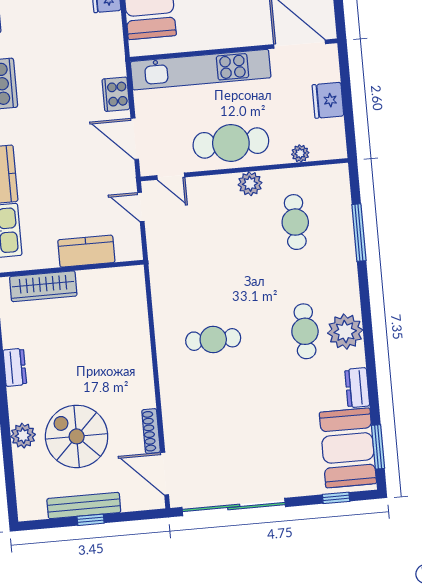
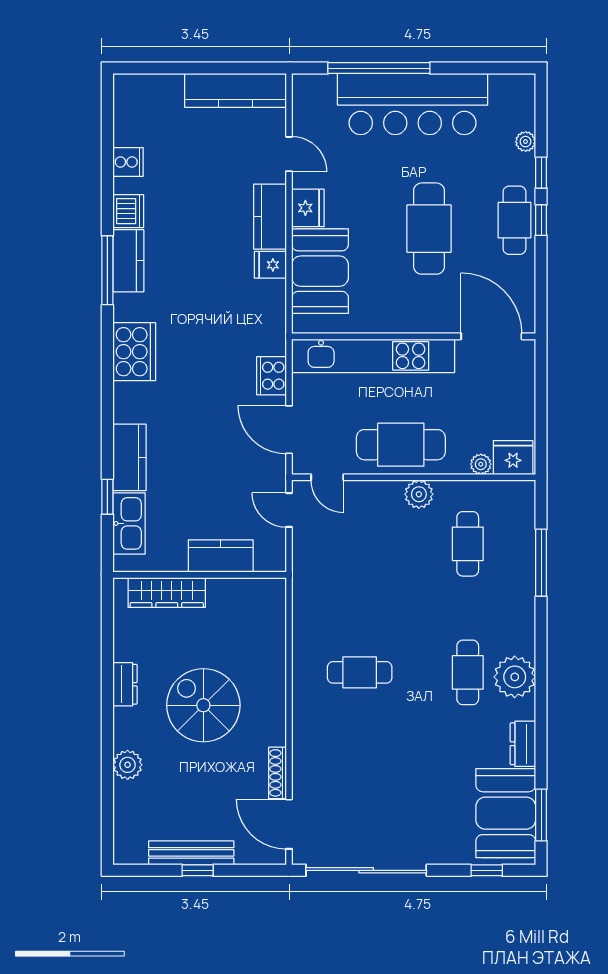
fridge: (328, 100) -> (513, 458), moved, turned 90
spiral stairs: (77, 436) -> (203, 705), moved

